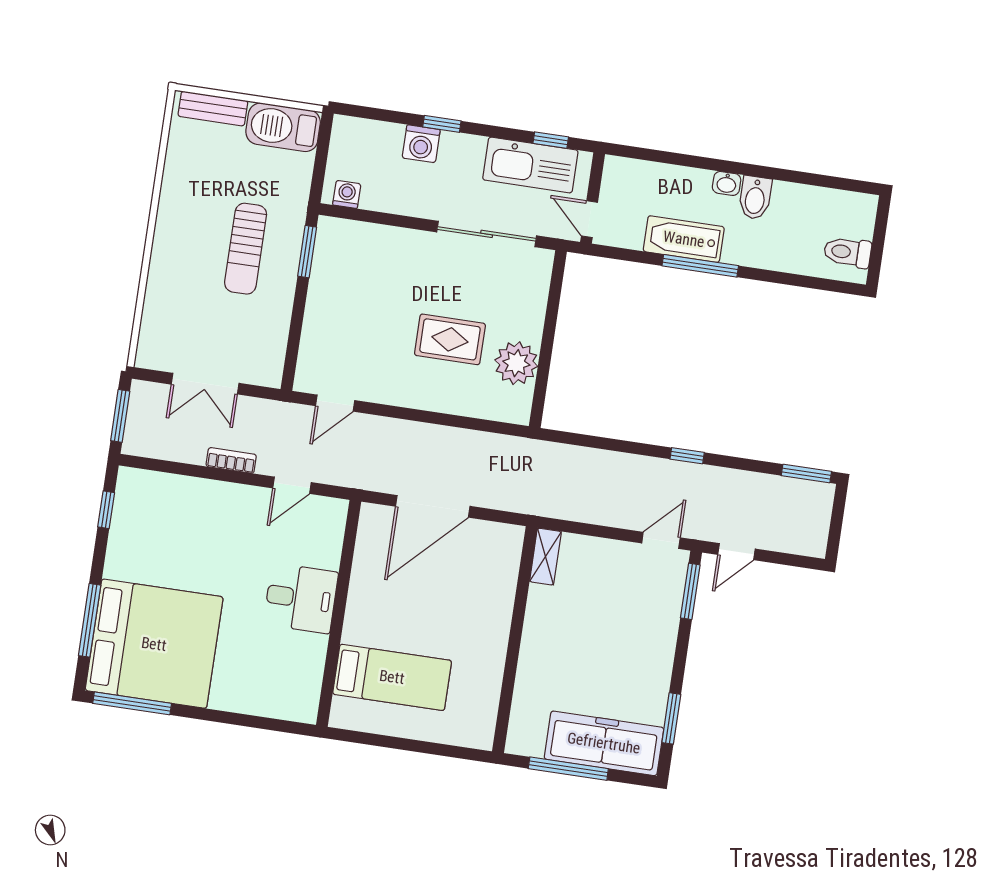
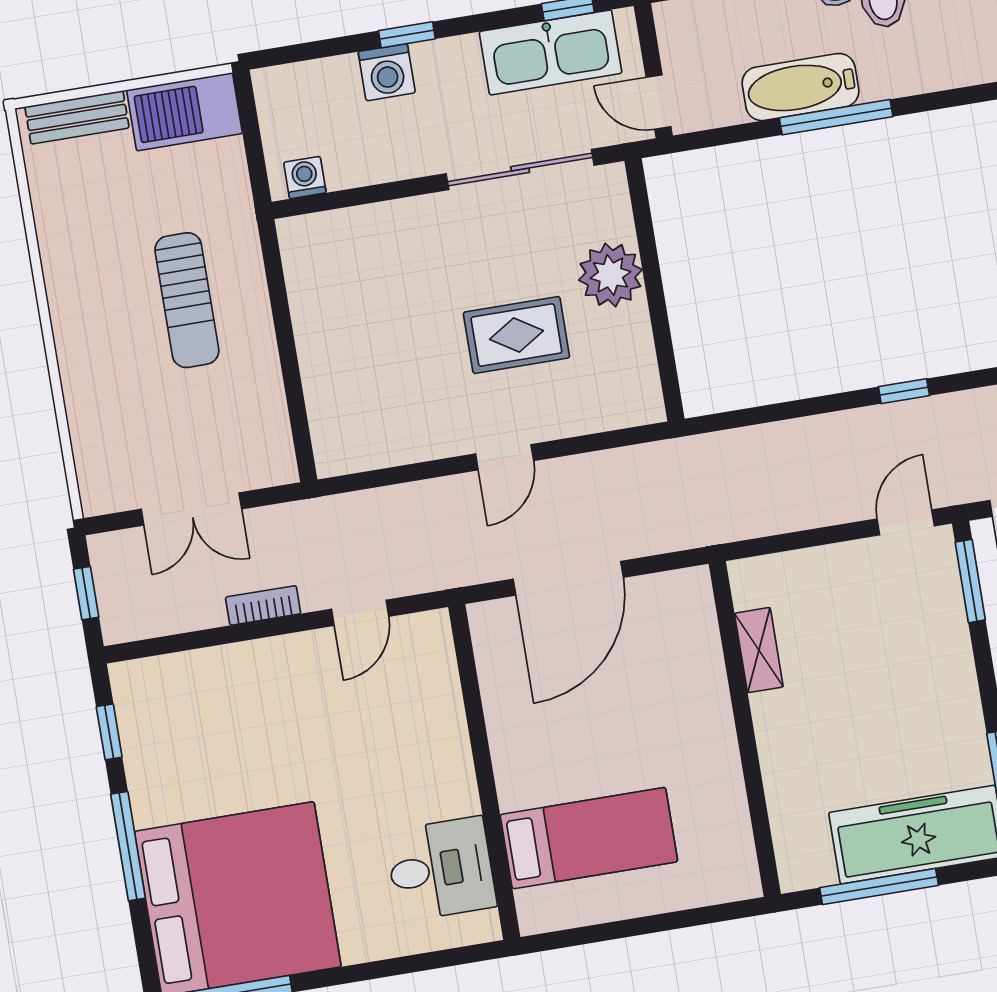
window: (307, 252) -> (275, 276), removed
plant: (516, 363) -> (610, 275), moved
door: (335, 403) -> (505, 457), moved
window: (120, 416) -> (86, 593), width x0.67
shelving: (545, 557) -> (759, 650), moved
desk: (301, 598) -> (441, 869), moved
window: (90, 620) -> (128, 846), moved

